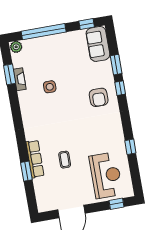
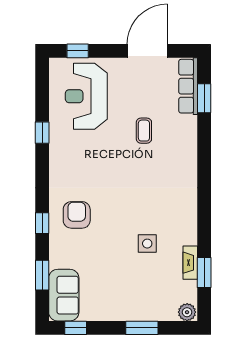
window: (44, 32) -> (142, 328), width x0.47
window: (116, 65) -> (42, 275), moved
row of seats: (35, 159) -> (188, 86), moved
window: (26, 171) -> (204, 98), moved

